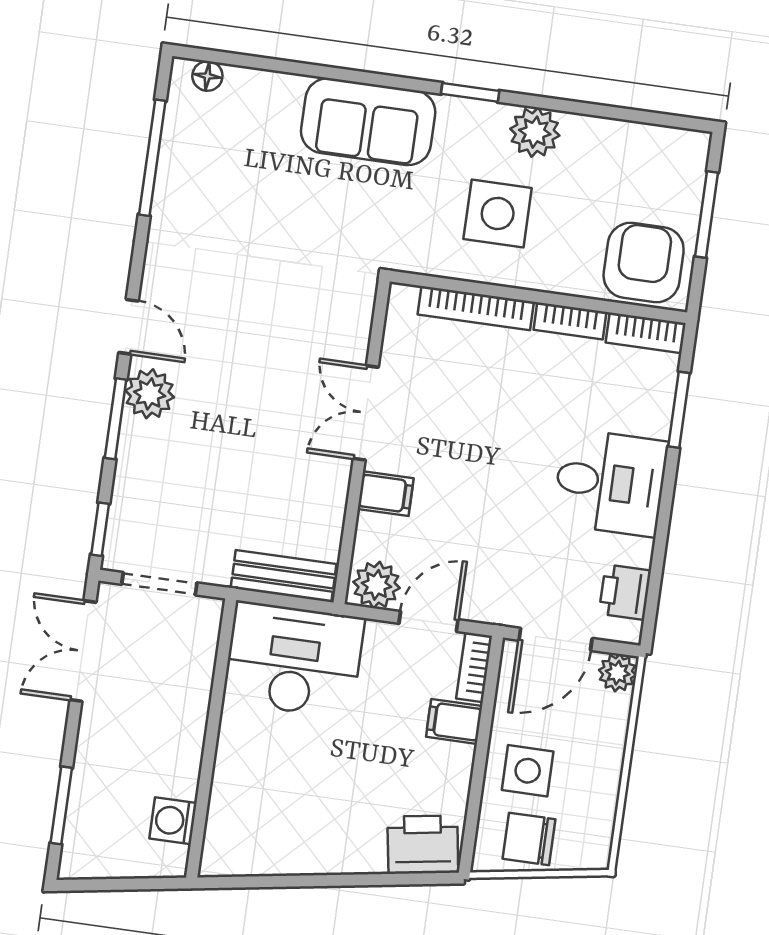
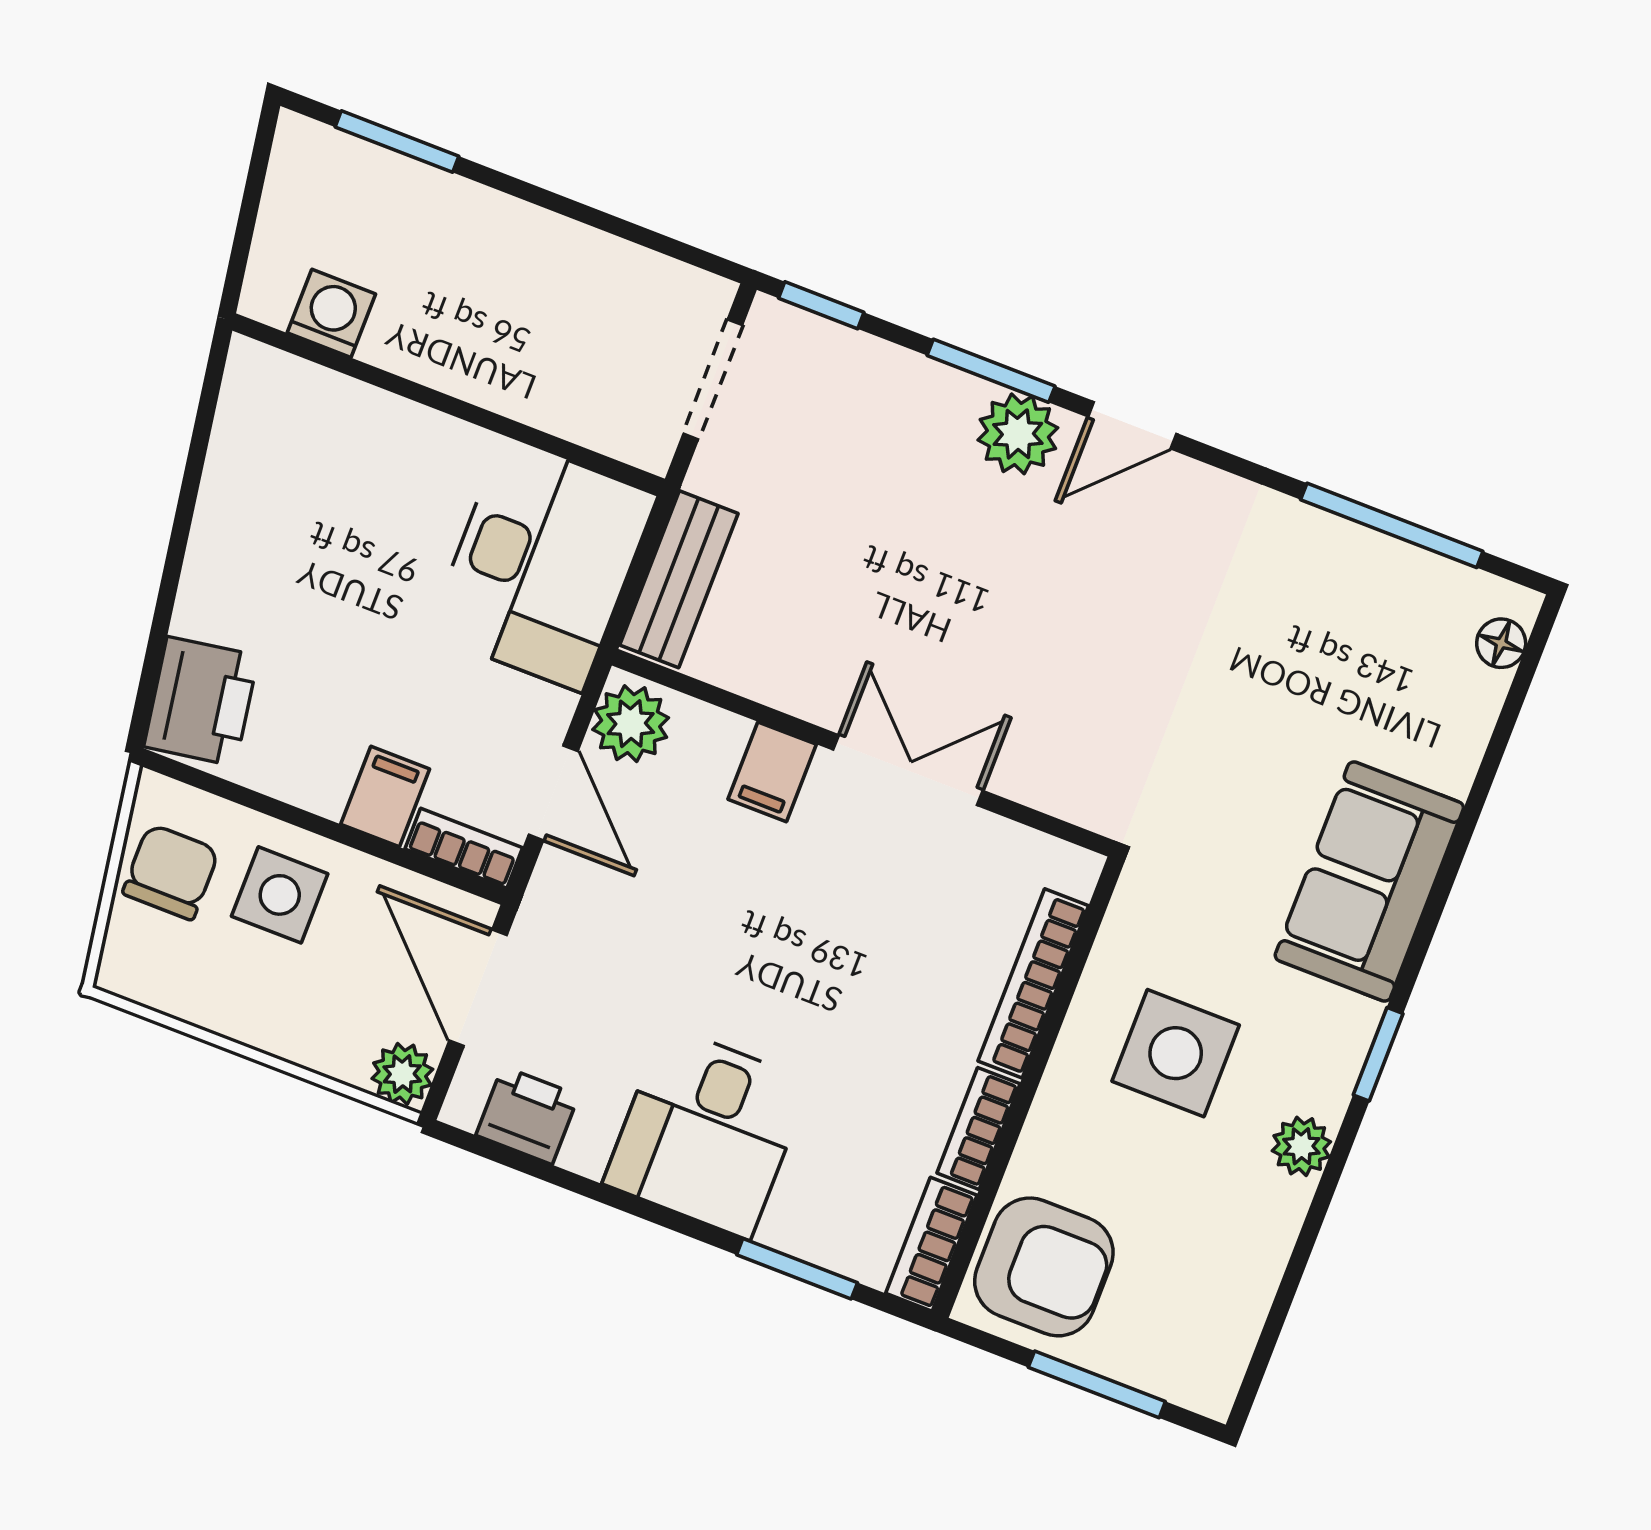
plant: (535, 132) -> (1301, 1146), width x0.73, depth x0.73
double door: (83, 651) -> (634, 233), removed

